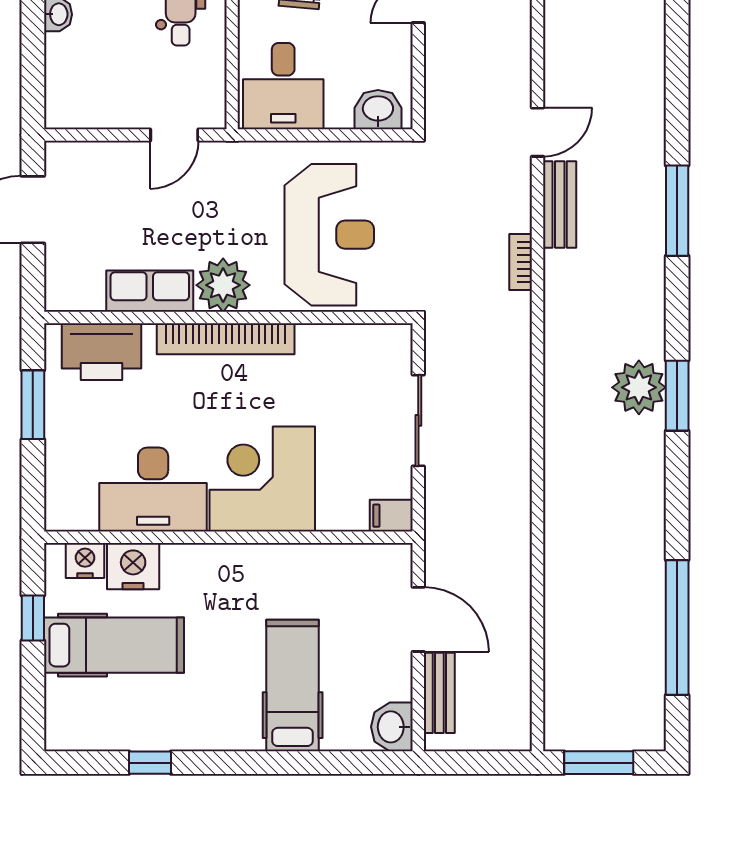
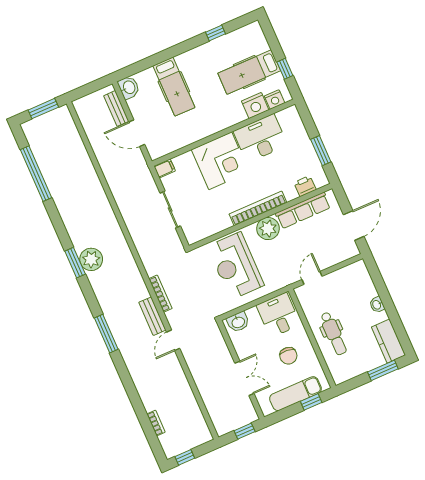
bookcase: (521, 262) -> (160, 294), width x1.56
row of seats: (150, 291) -> (303, 210), width x1.48
printer: (102, 352) -> (305, 186), width x0.53, depth x0.68

